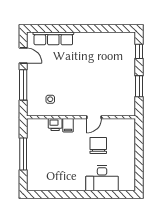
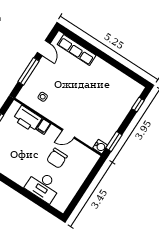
window: (139, 86) -> (114, 142), moved
water cooler: (130, 110) -> (100, 147), added
printer: (55, 125) -> (27, 119), width x1.87, depth x1.48
chair: (98, 145) -> (57, 158), turned 180

